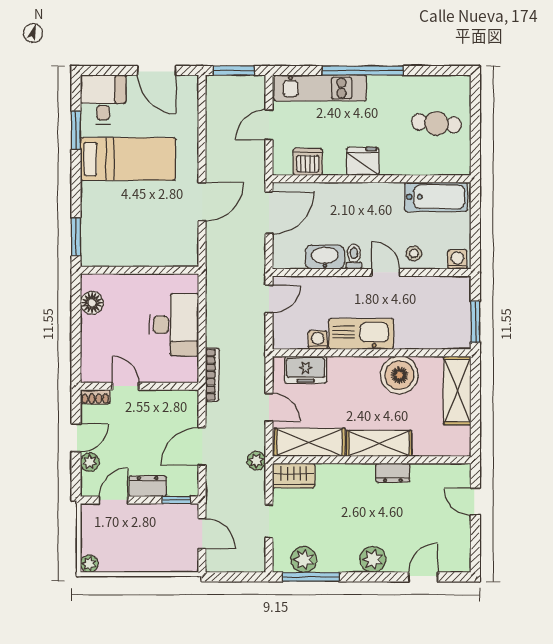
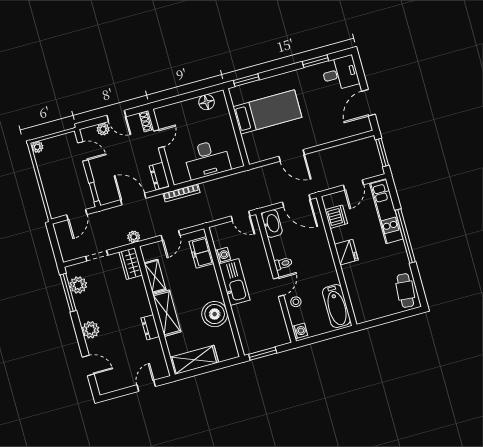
cafe table: (436, 123) -> (405, 291), moved
door: (269, 125) -> (353, 185), swing flipped
bed: (128, 159) -> (267, 112), moved, turned -90
washbasin: (325, 257) -> (272, 224), moved
shelving: (457, 391) -> (194, 360), moved
shelving: (310, 442) -> (155, 276), width x0.67, depth x0.75
dresser: (148, 486) -> (159, 176), moved, turned 180

